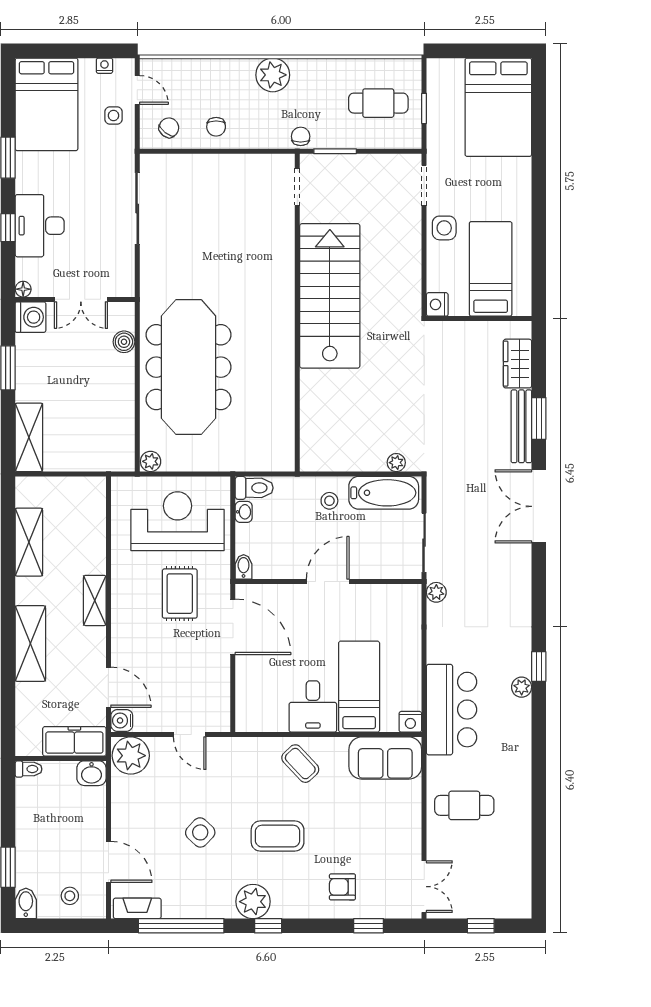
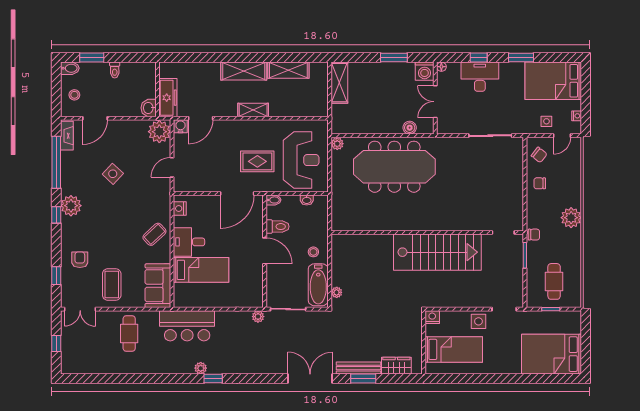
shelving: (29, 437) -> (339, 83), moved, turned 90
toilet: (254, 488) -> (277, 227), moved, turned -90
shelving: (30, 644) -> (244, 71), moved
nightstand: (410, 722) -> (180, 208), moved
toilet: (29, 769) -> (115, 70), moved
coffee table: (278, 836) -> (112, 284), moved

